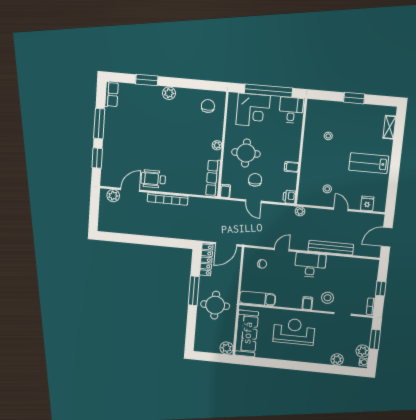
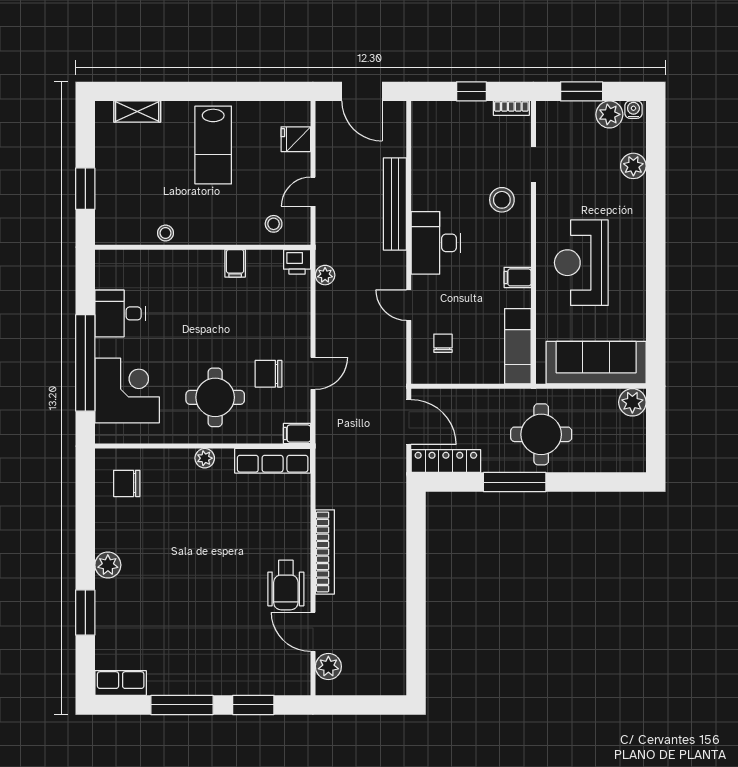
wall: (301, 152) -> (203, 247), moved
filing cabinet: (291, 167) -> (235, 263), moved
printer: (289, 197) -> (297, 262), moved
filing cabinet: (307, 303) -> (518, 277), moved

